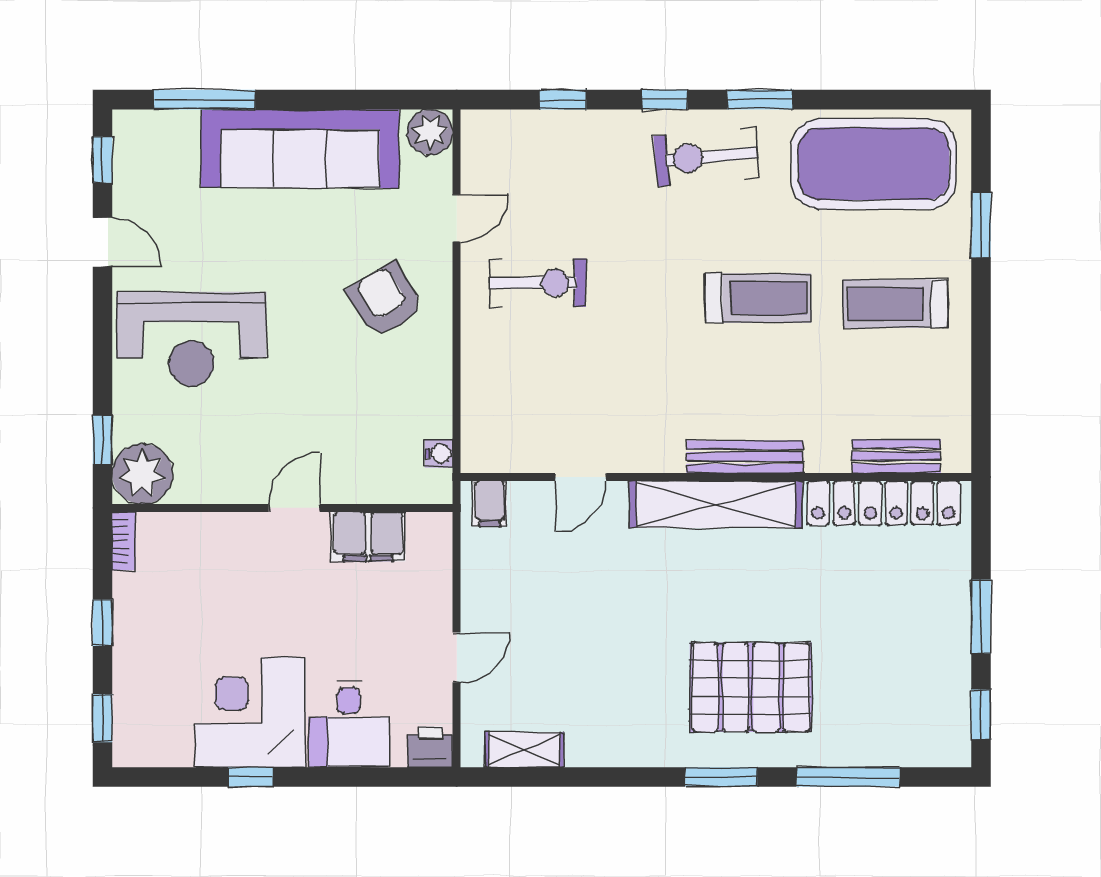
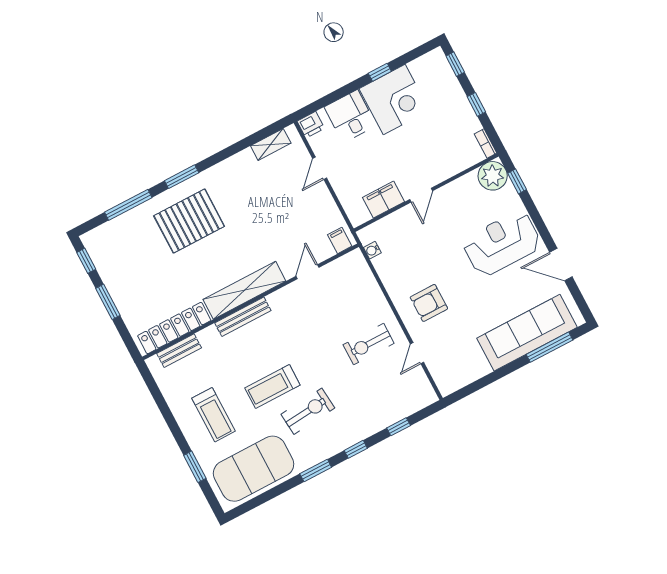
plant: (430, 132) -> (447, 384), removed
sofa: (300, 149) -> (527, 333), moved
exercise bike: (706, 157) -> (308, 411), moved
window: (102, 160) -> (579, 299), removed
door: (102, 242) -> (561, 264), width x1.38
armchair: (385, 300) -> (429, 303), turned 121
treadmill: (895, 304) -> (213, 415), turned 90

